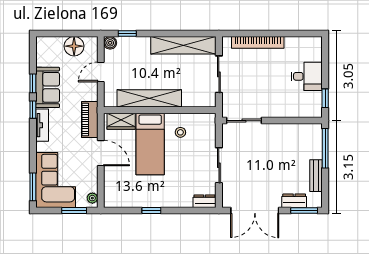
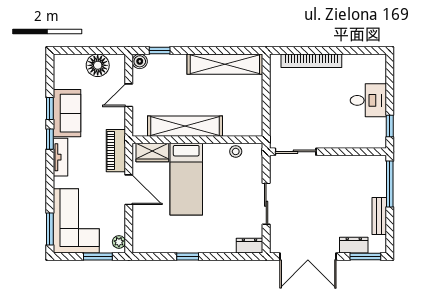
sliding door: (219, 74) -> (266, 98), removed
stool: (180, 132) -> (236, 151), moved

